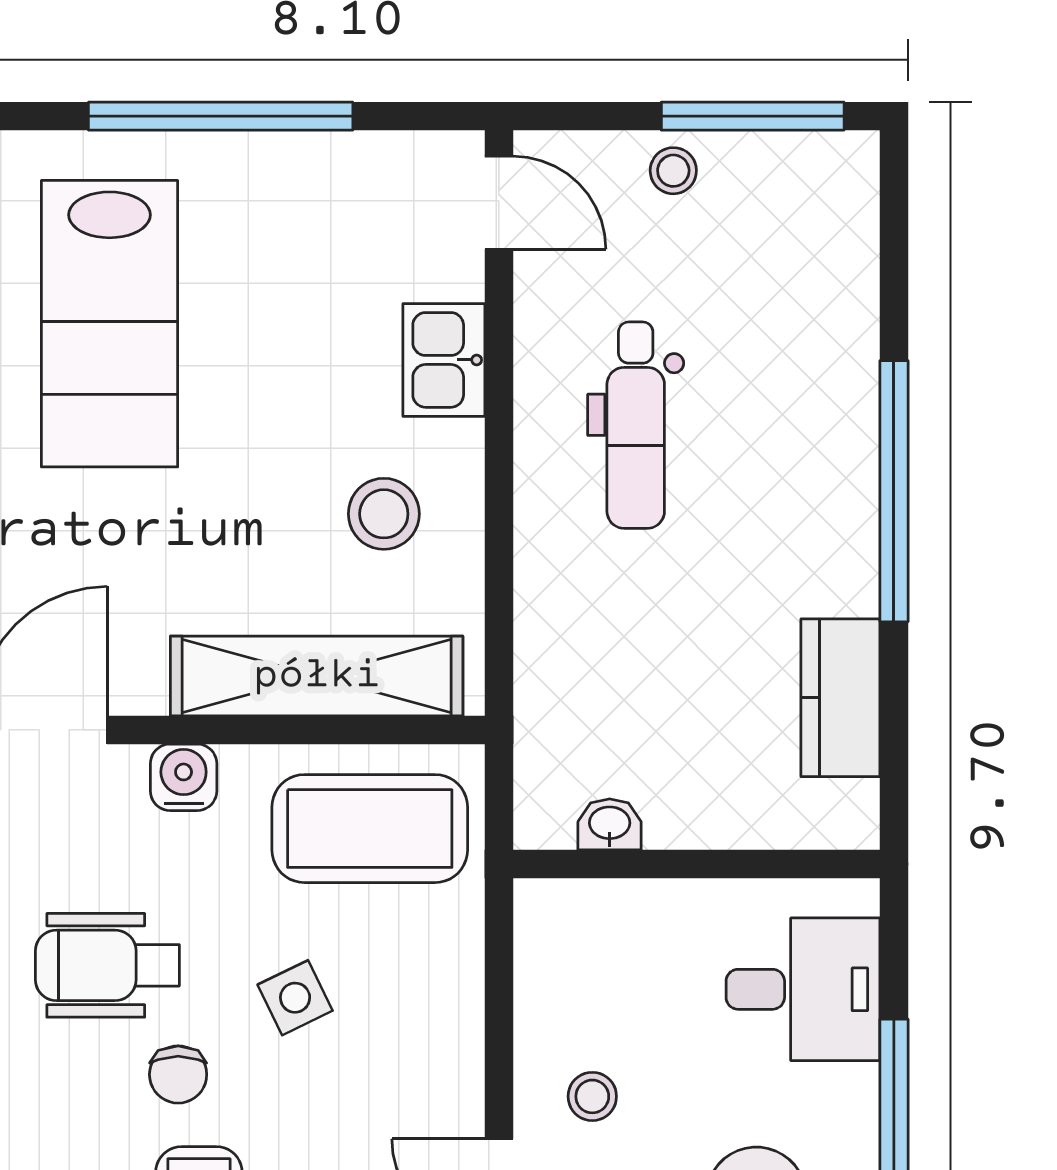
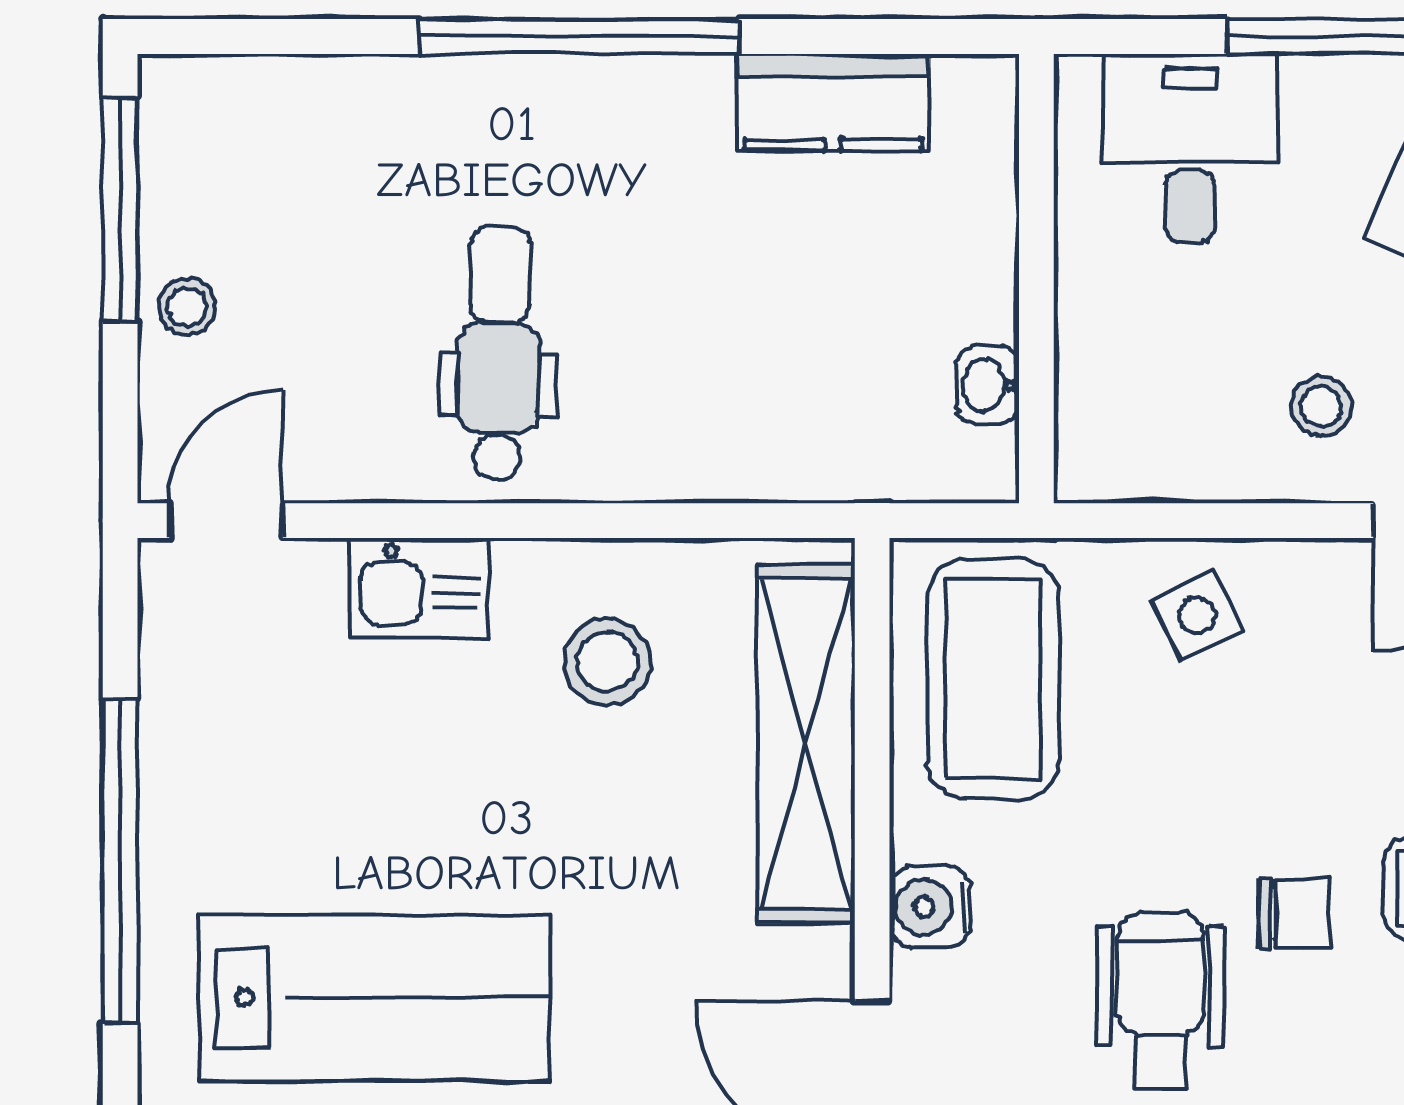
dental chair: (636, 425) -> (499, 353), turned -89
wheelchair: (107, 965) -> (1160, 1000), turned 180
side table: (295, 998) -> (1196, 616), moved

